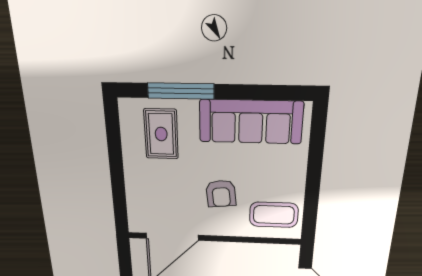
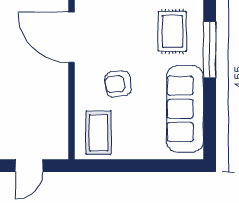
rug: (161, 134) -> (172, 31), turned 90

